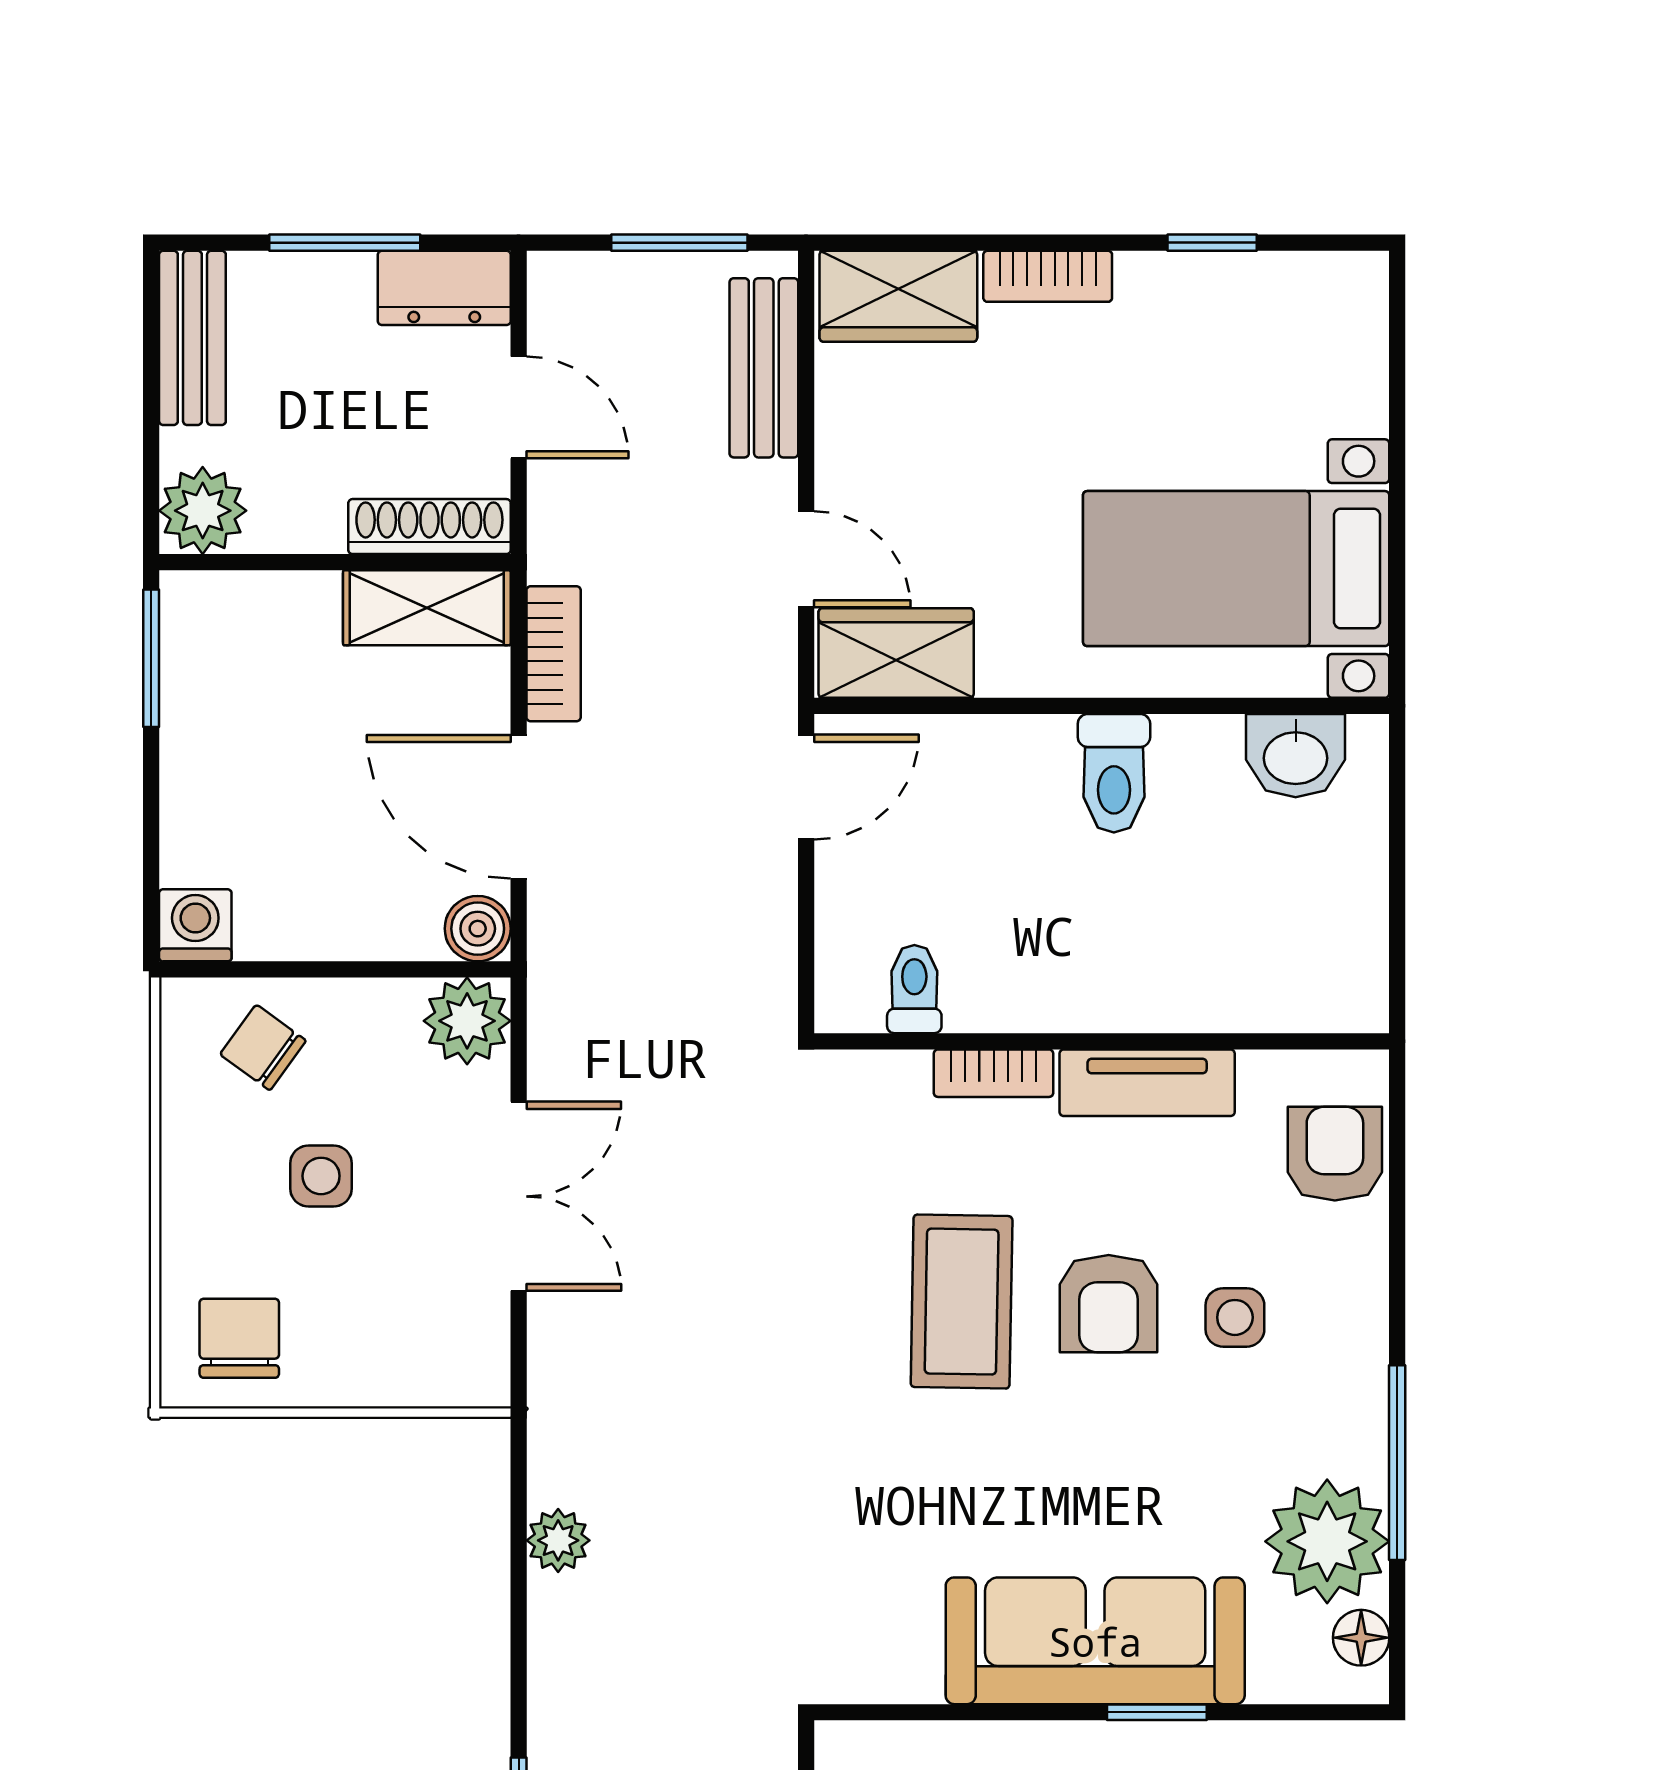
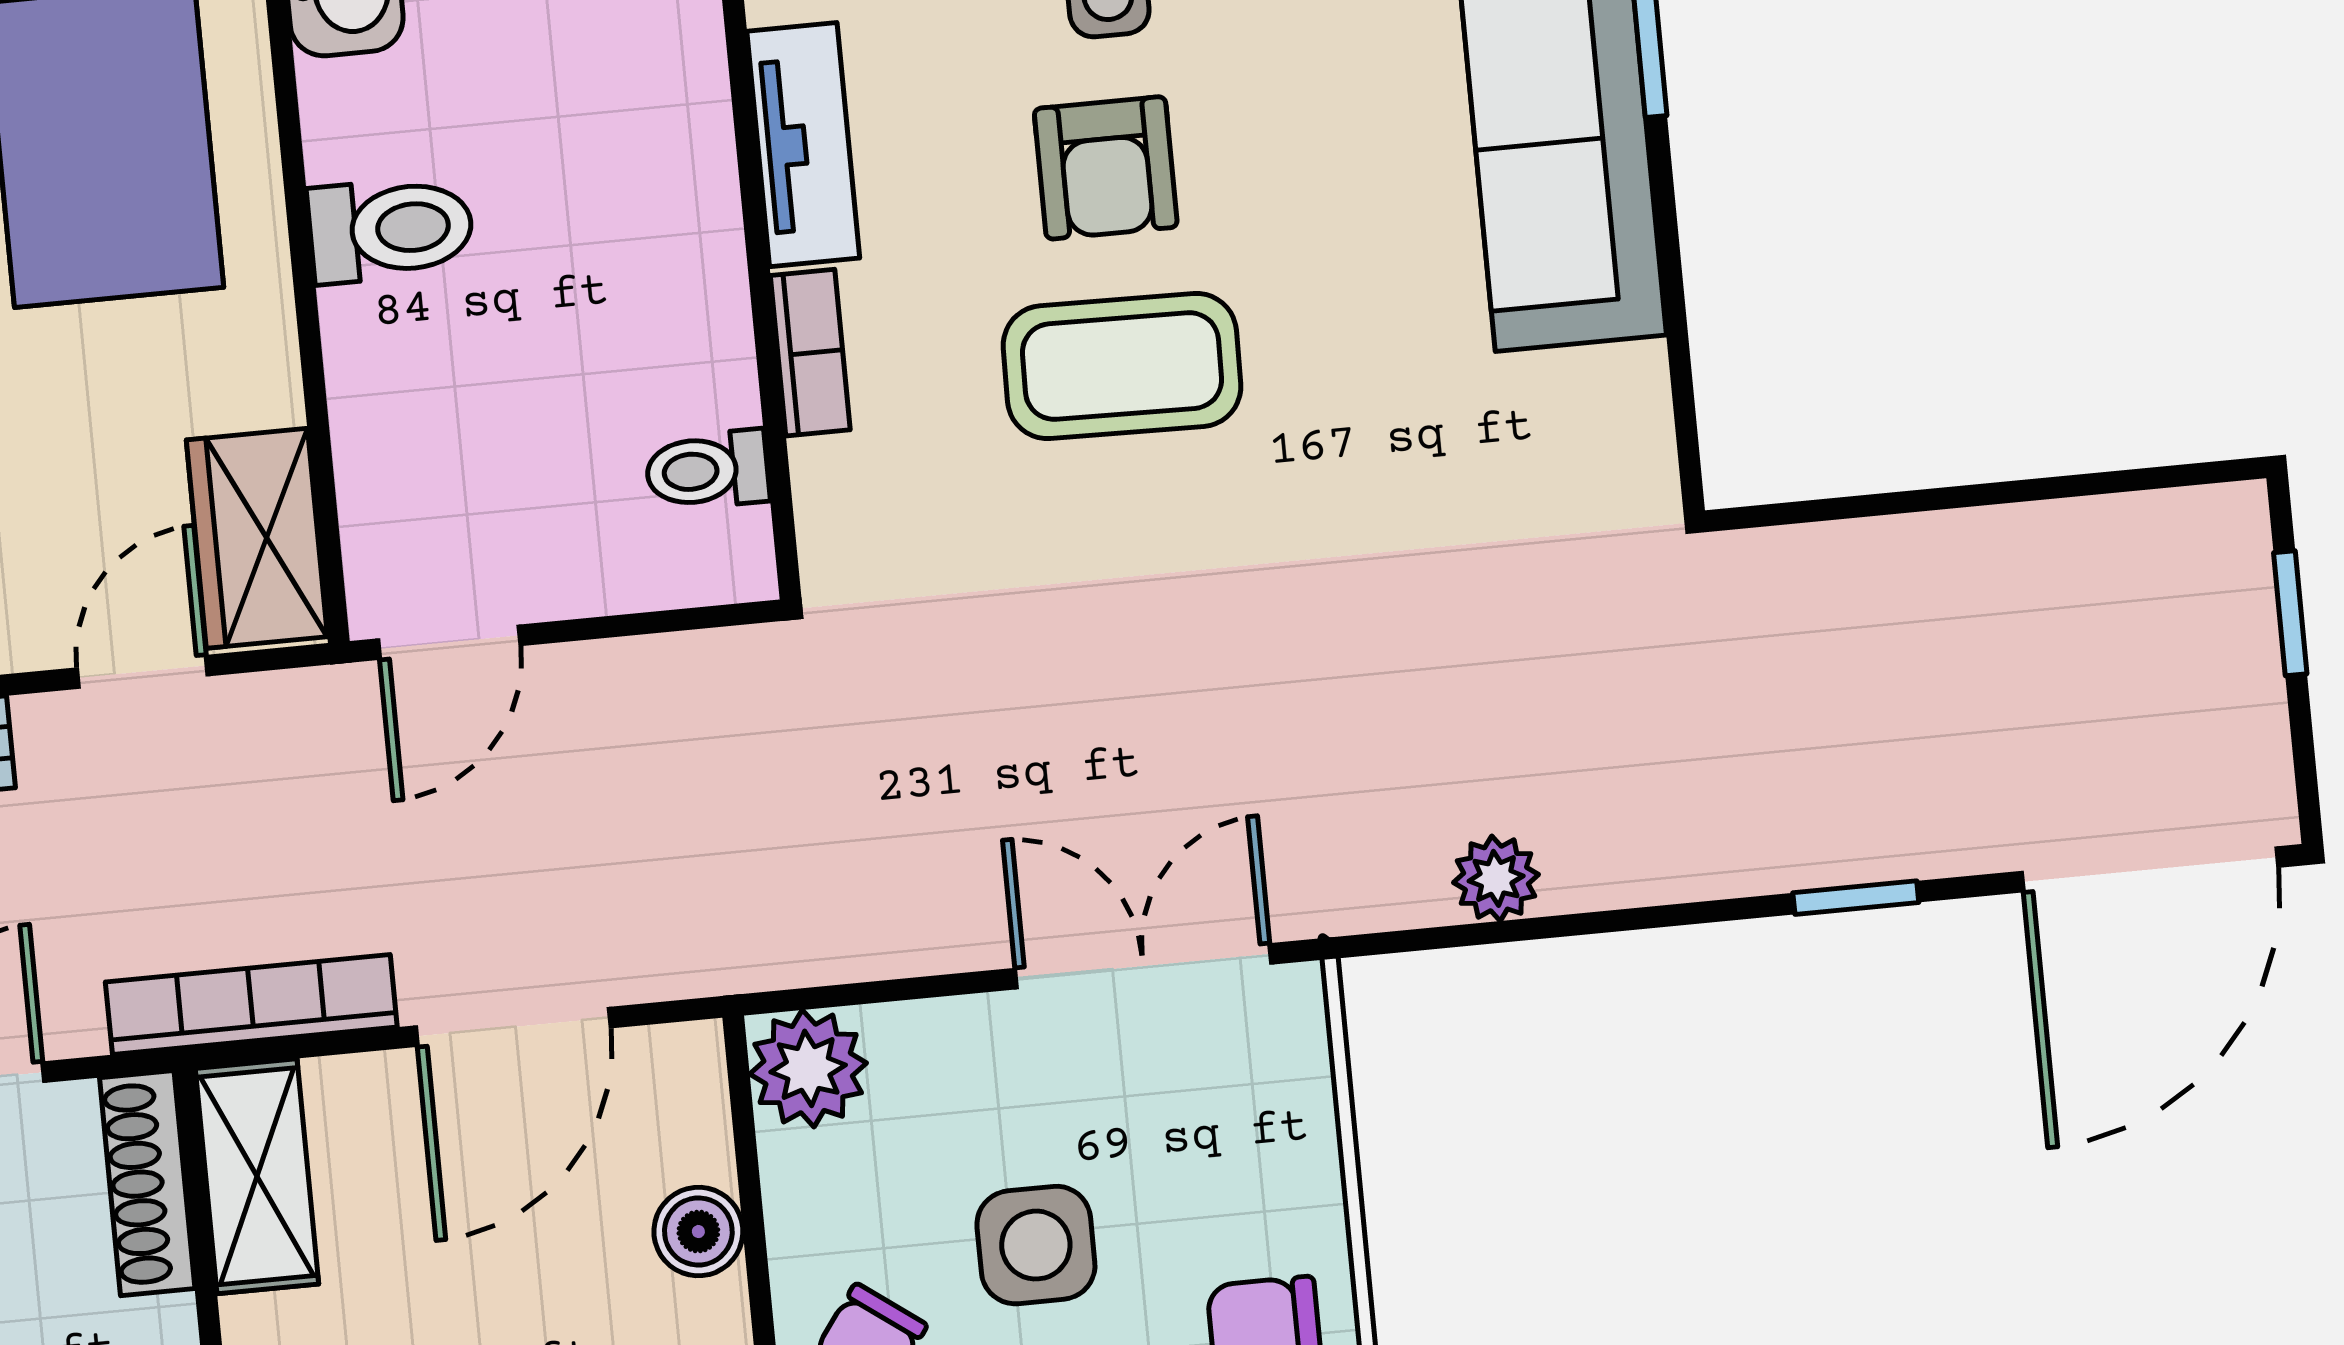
bookcase: (554, 654) -> (251, 1005), width x1.56
door: (806, 787) -> (449, 642), swing flipped
boiler: (478, 929) -> (698, 1232), moved
side table: (321, 1176) -> (1036, 1245), width x1.37, depth x1.37
double door: (519, 1196) -> (1143, 966), moved
armchair: (1109, 1304) -> (1106, 168), turned 90

